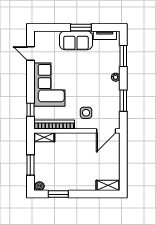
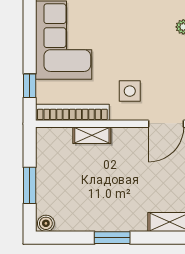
shelving: (44, 137) -> (92, 135), moved
window: (58, 194) -> (112, 238), moved

